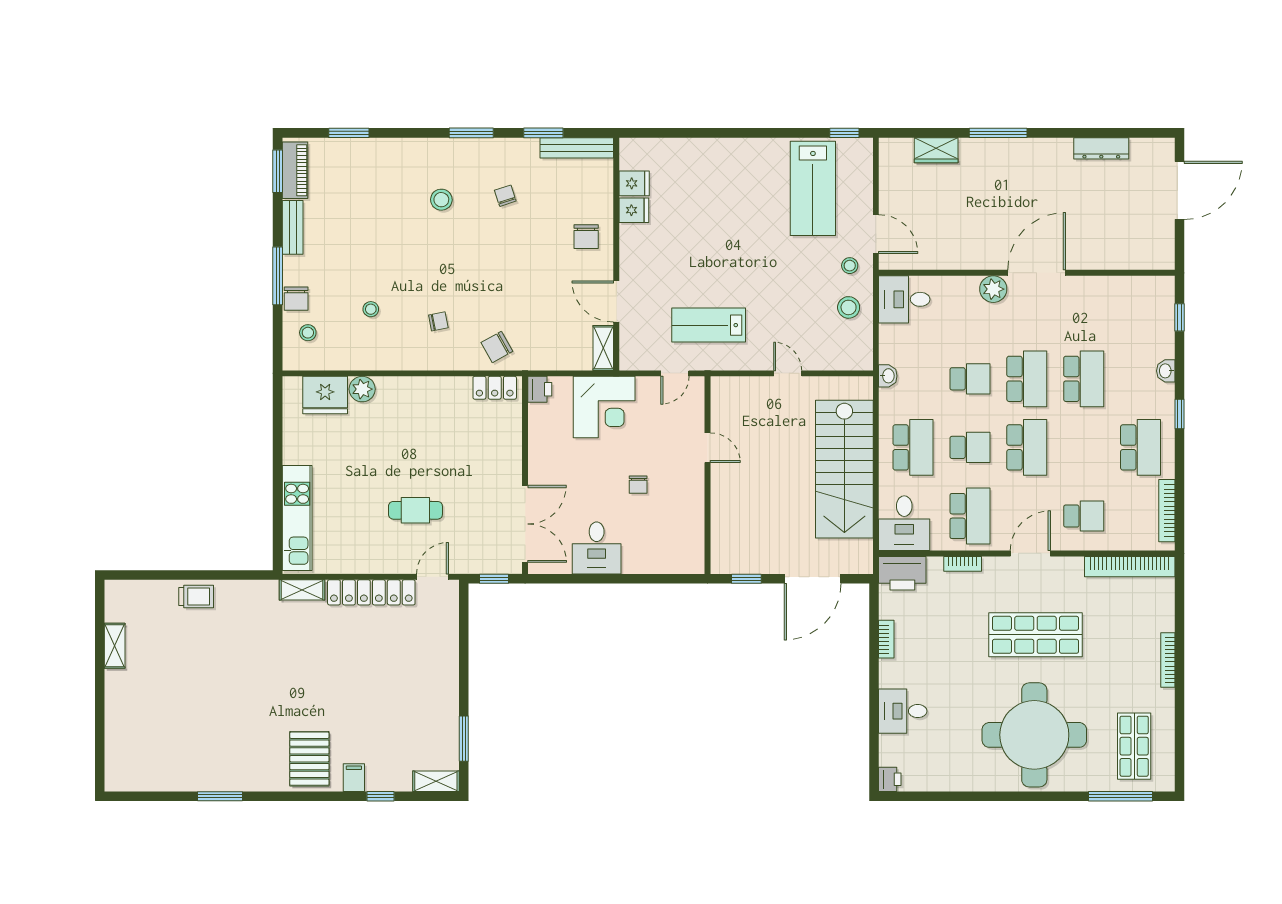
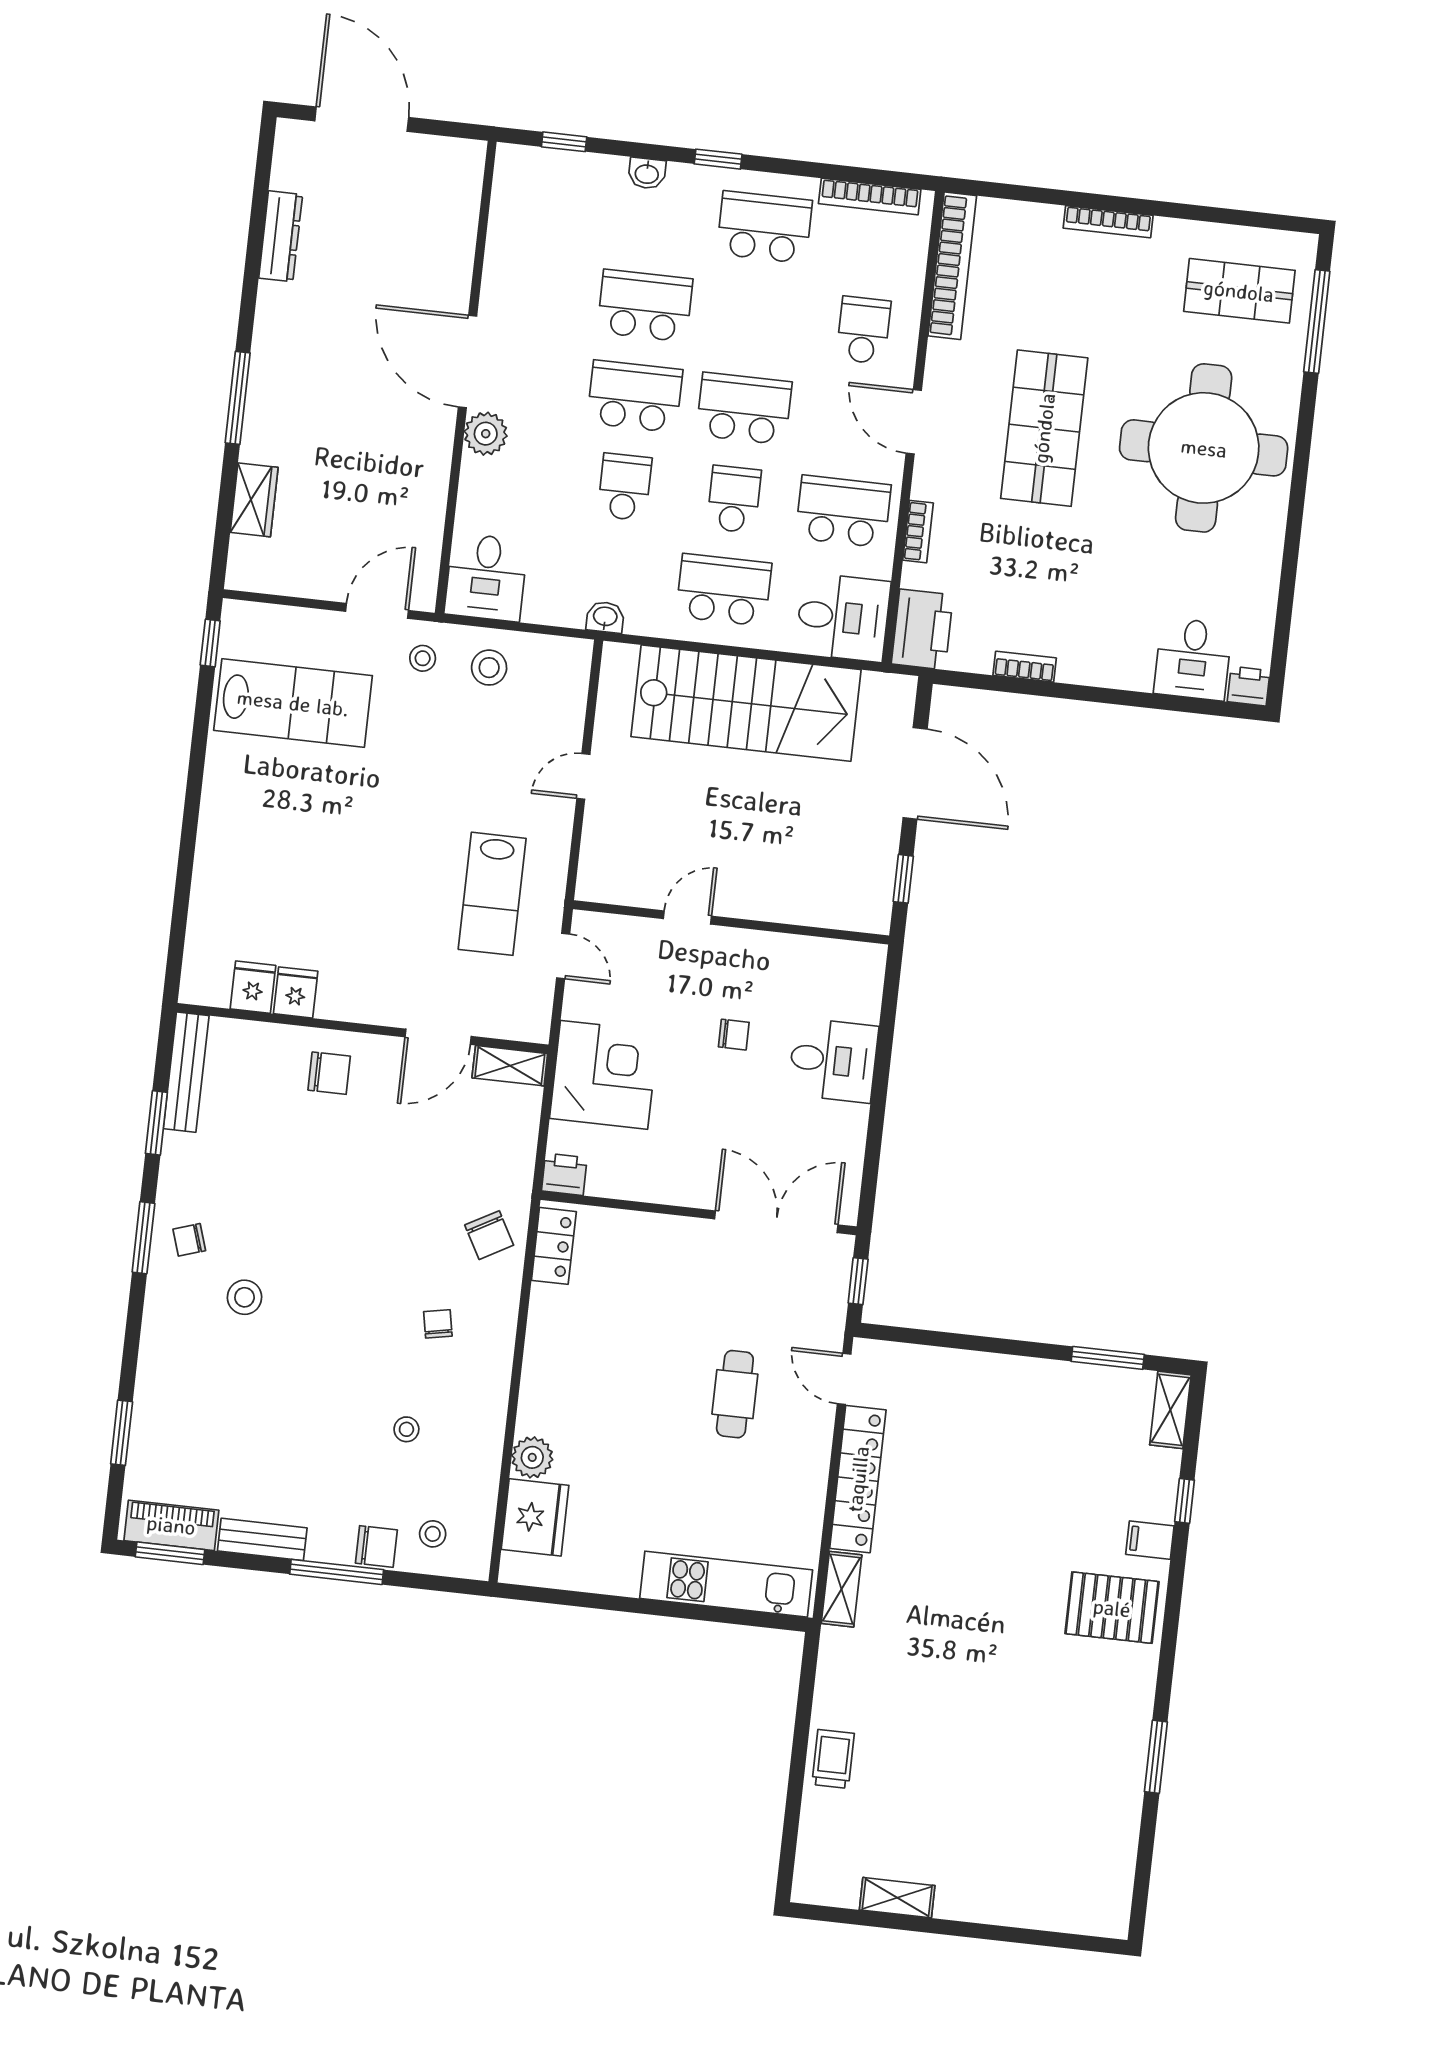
chair: (505, 196) -> (189, 1240), moved
desk: (597, 548) -> (833, 1060), moved
desk: (903, 711) -> (1193, 659), moved

